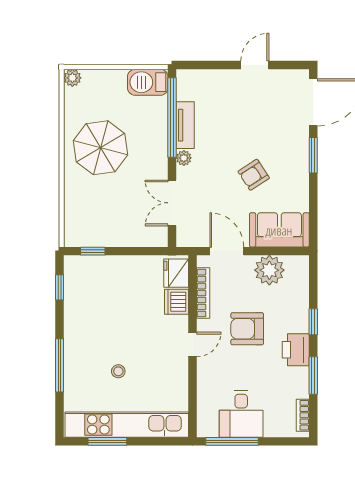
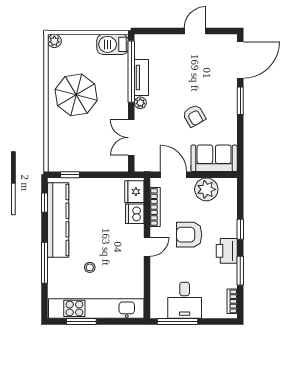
armchair: (254, 175) -> (194, 116), turned -87
kitchen counter: (77, 310) -> (58, 220), added

